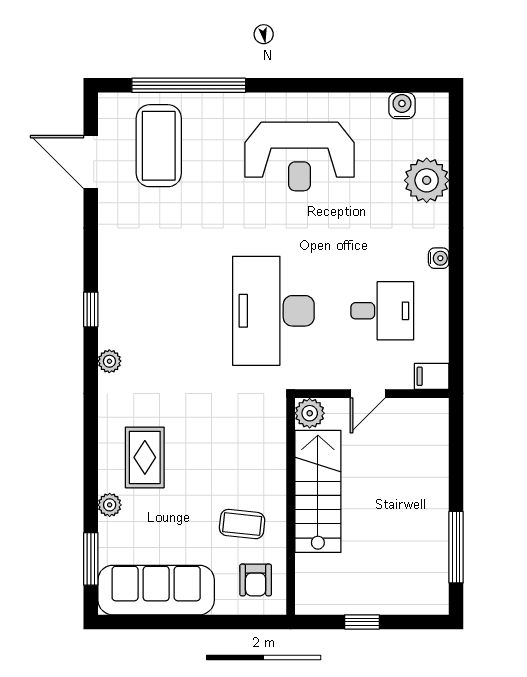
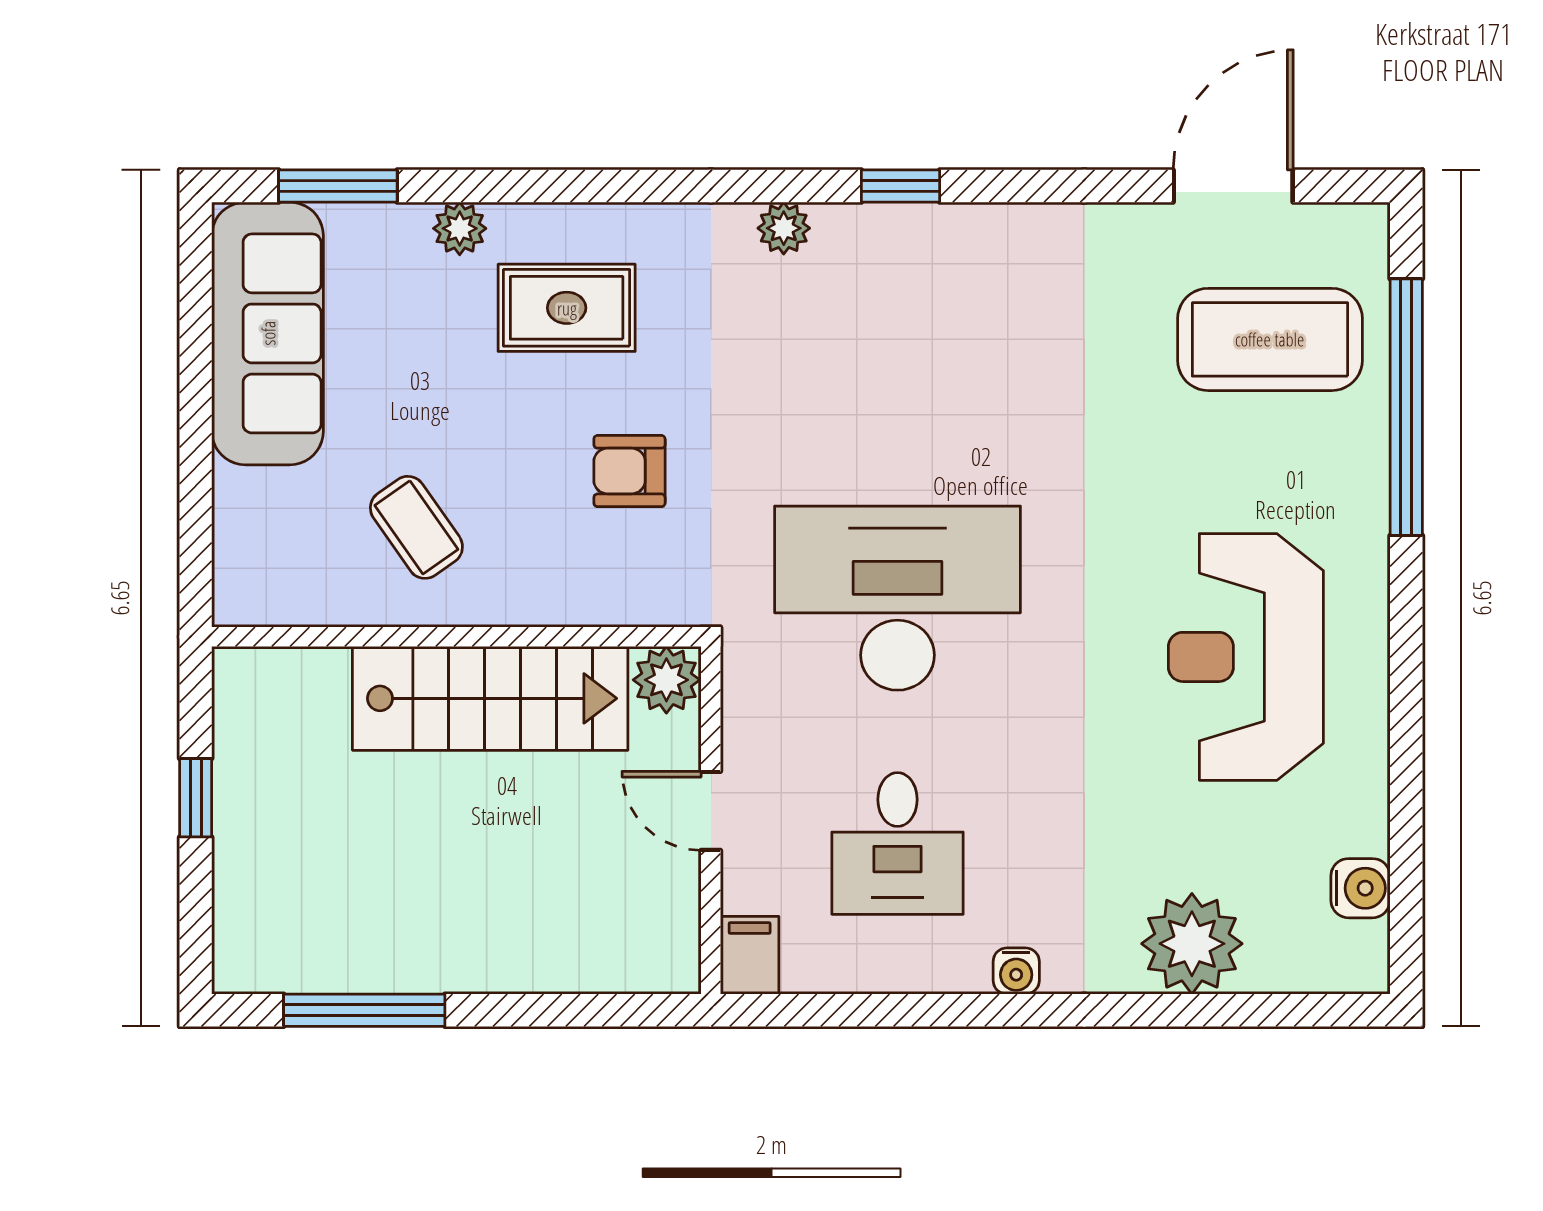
coffee table: (242, 524) -> (416, 527), turned -41
armchair: (256, 580) -> (629, 471), moved

